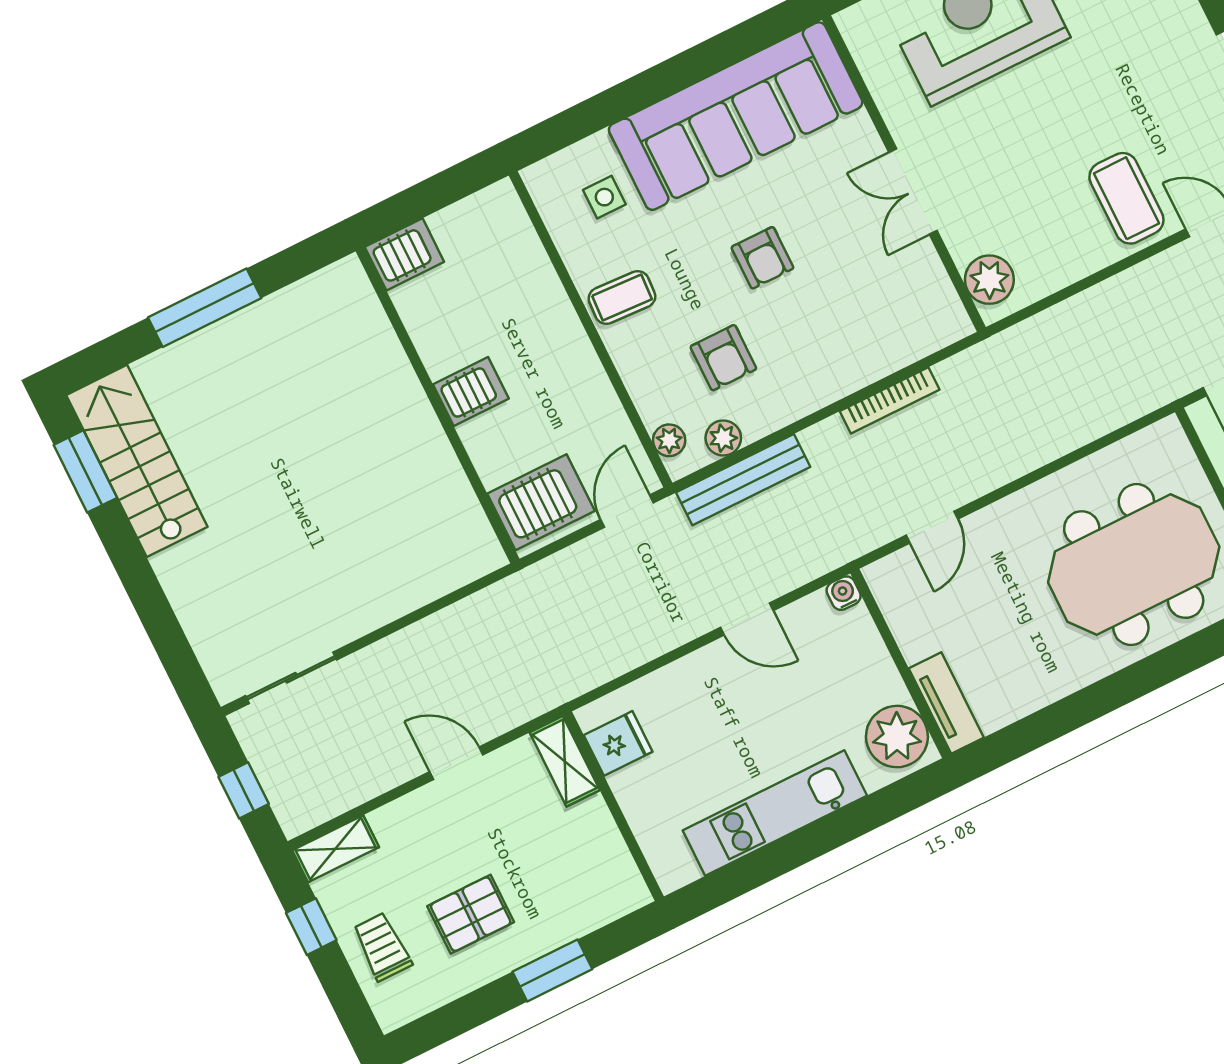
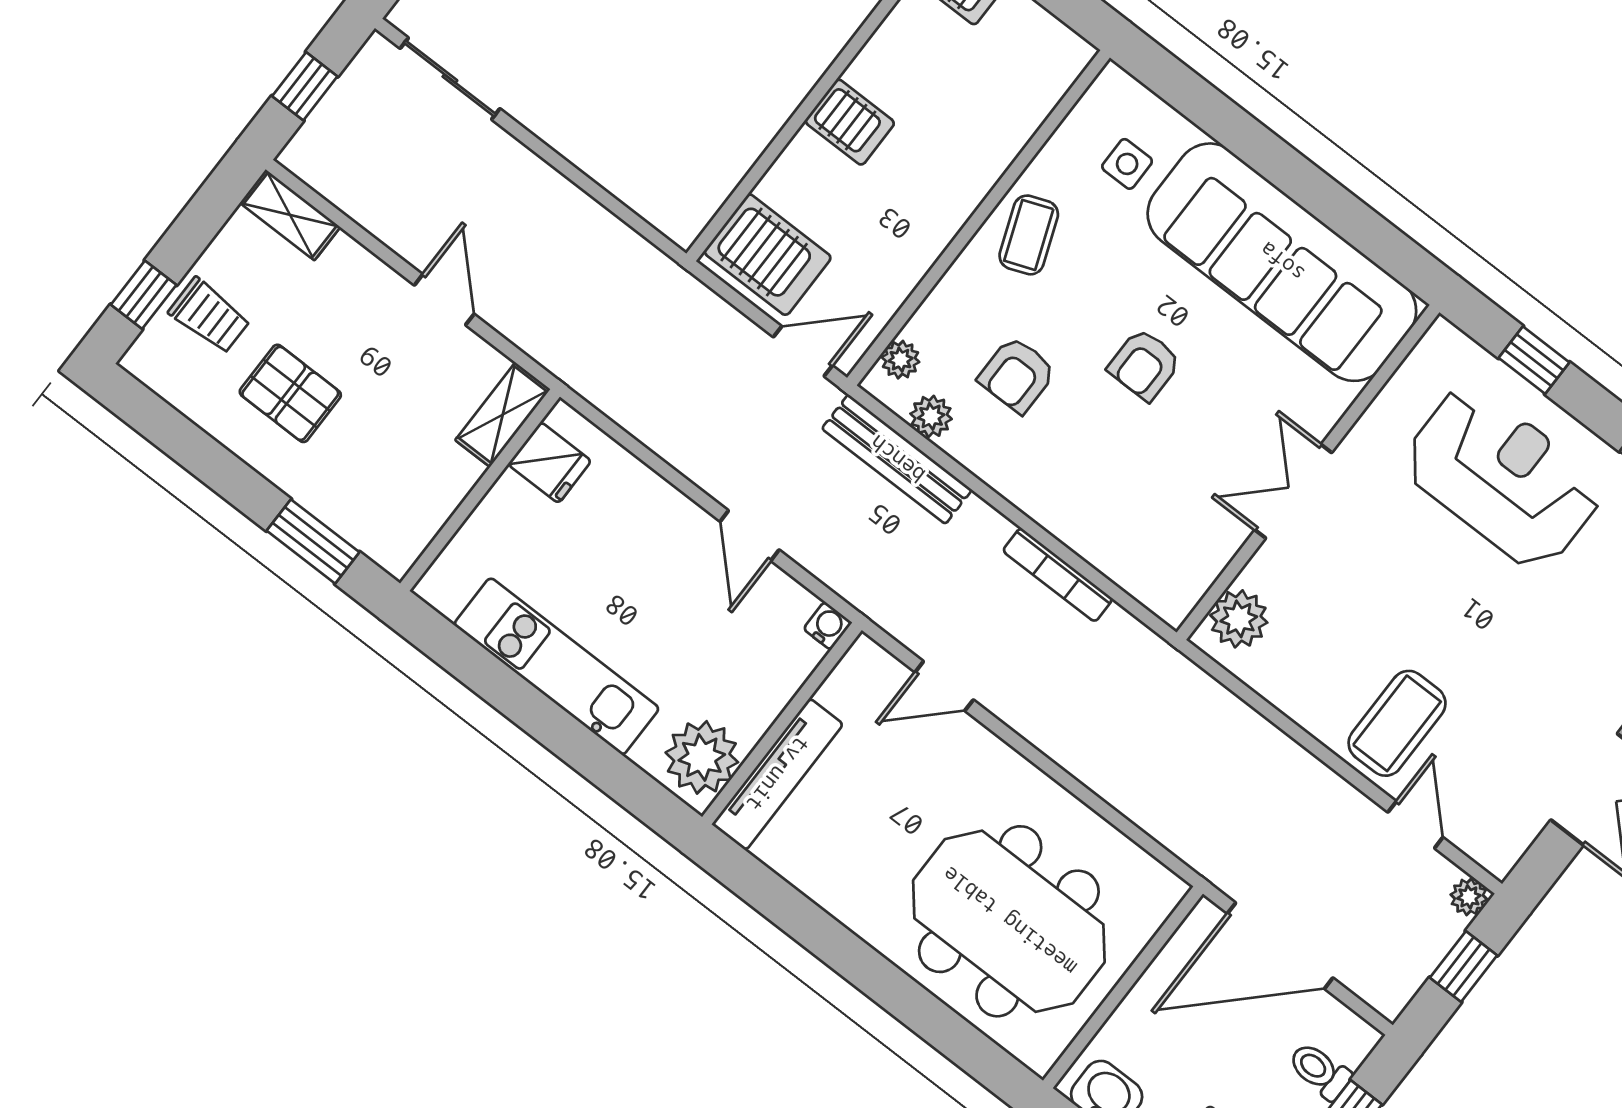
coffee table: (622, 297) -> (1029, 235), turned 66
tv unit: (946, 703) -> (778, 774), width x1.41
window: (311, 927) -> (144, 295), moved
trolley: (382, 947) -> (209, 316), turned 90
window: (552, 970) -> (313, 541), moved

